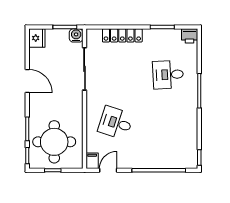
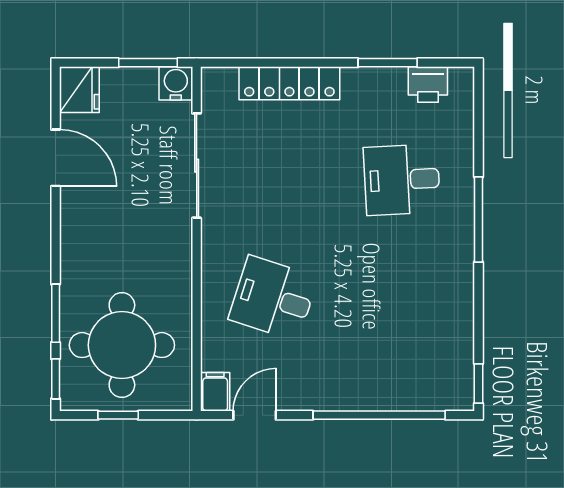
printer: (190, 36) -> (428, 85), moved
door: (27, 81) -> (56, 158), moved

